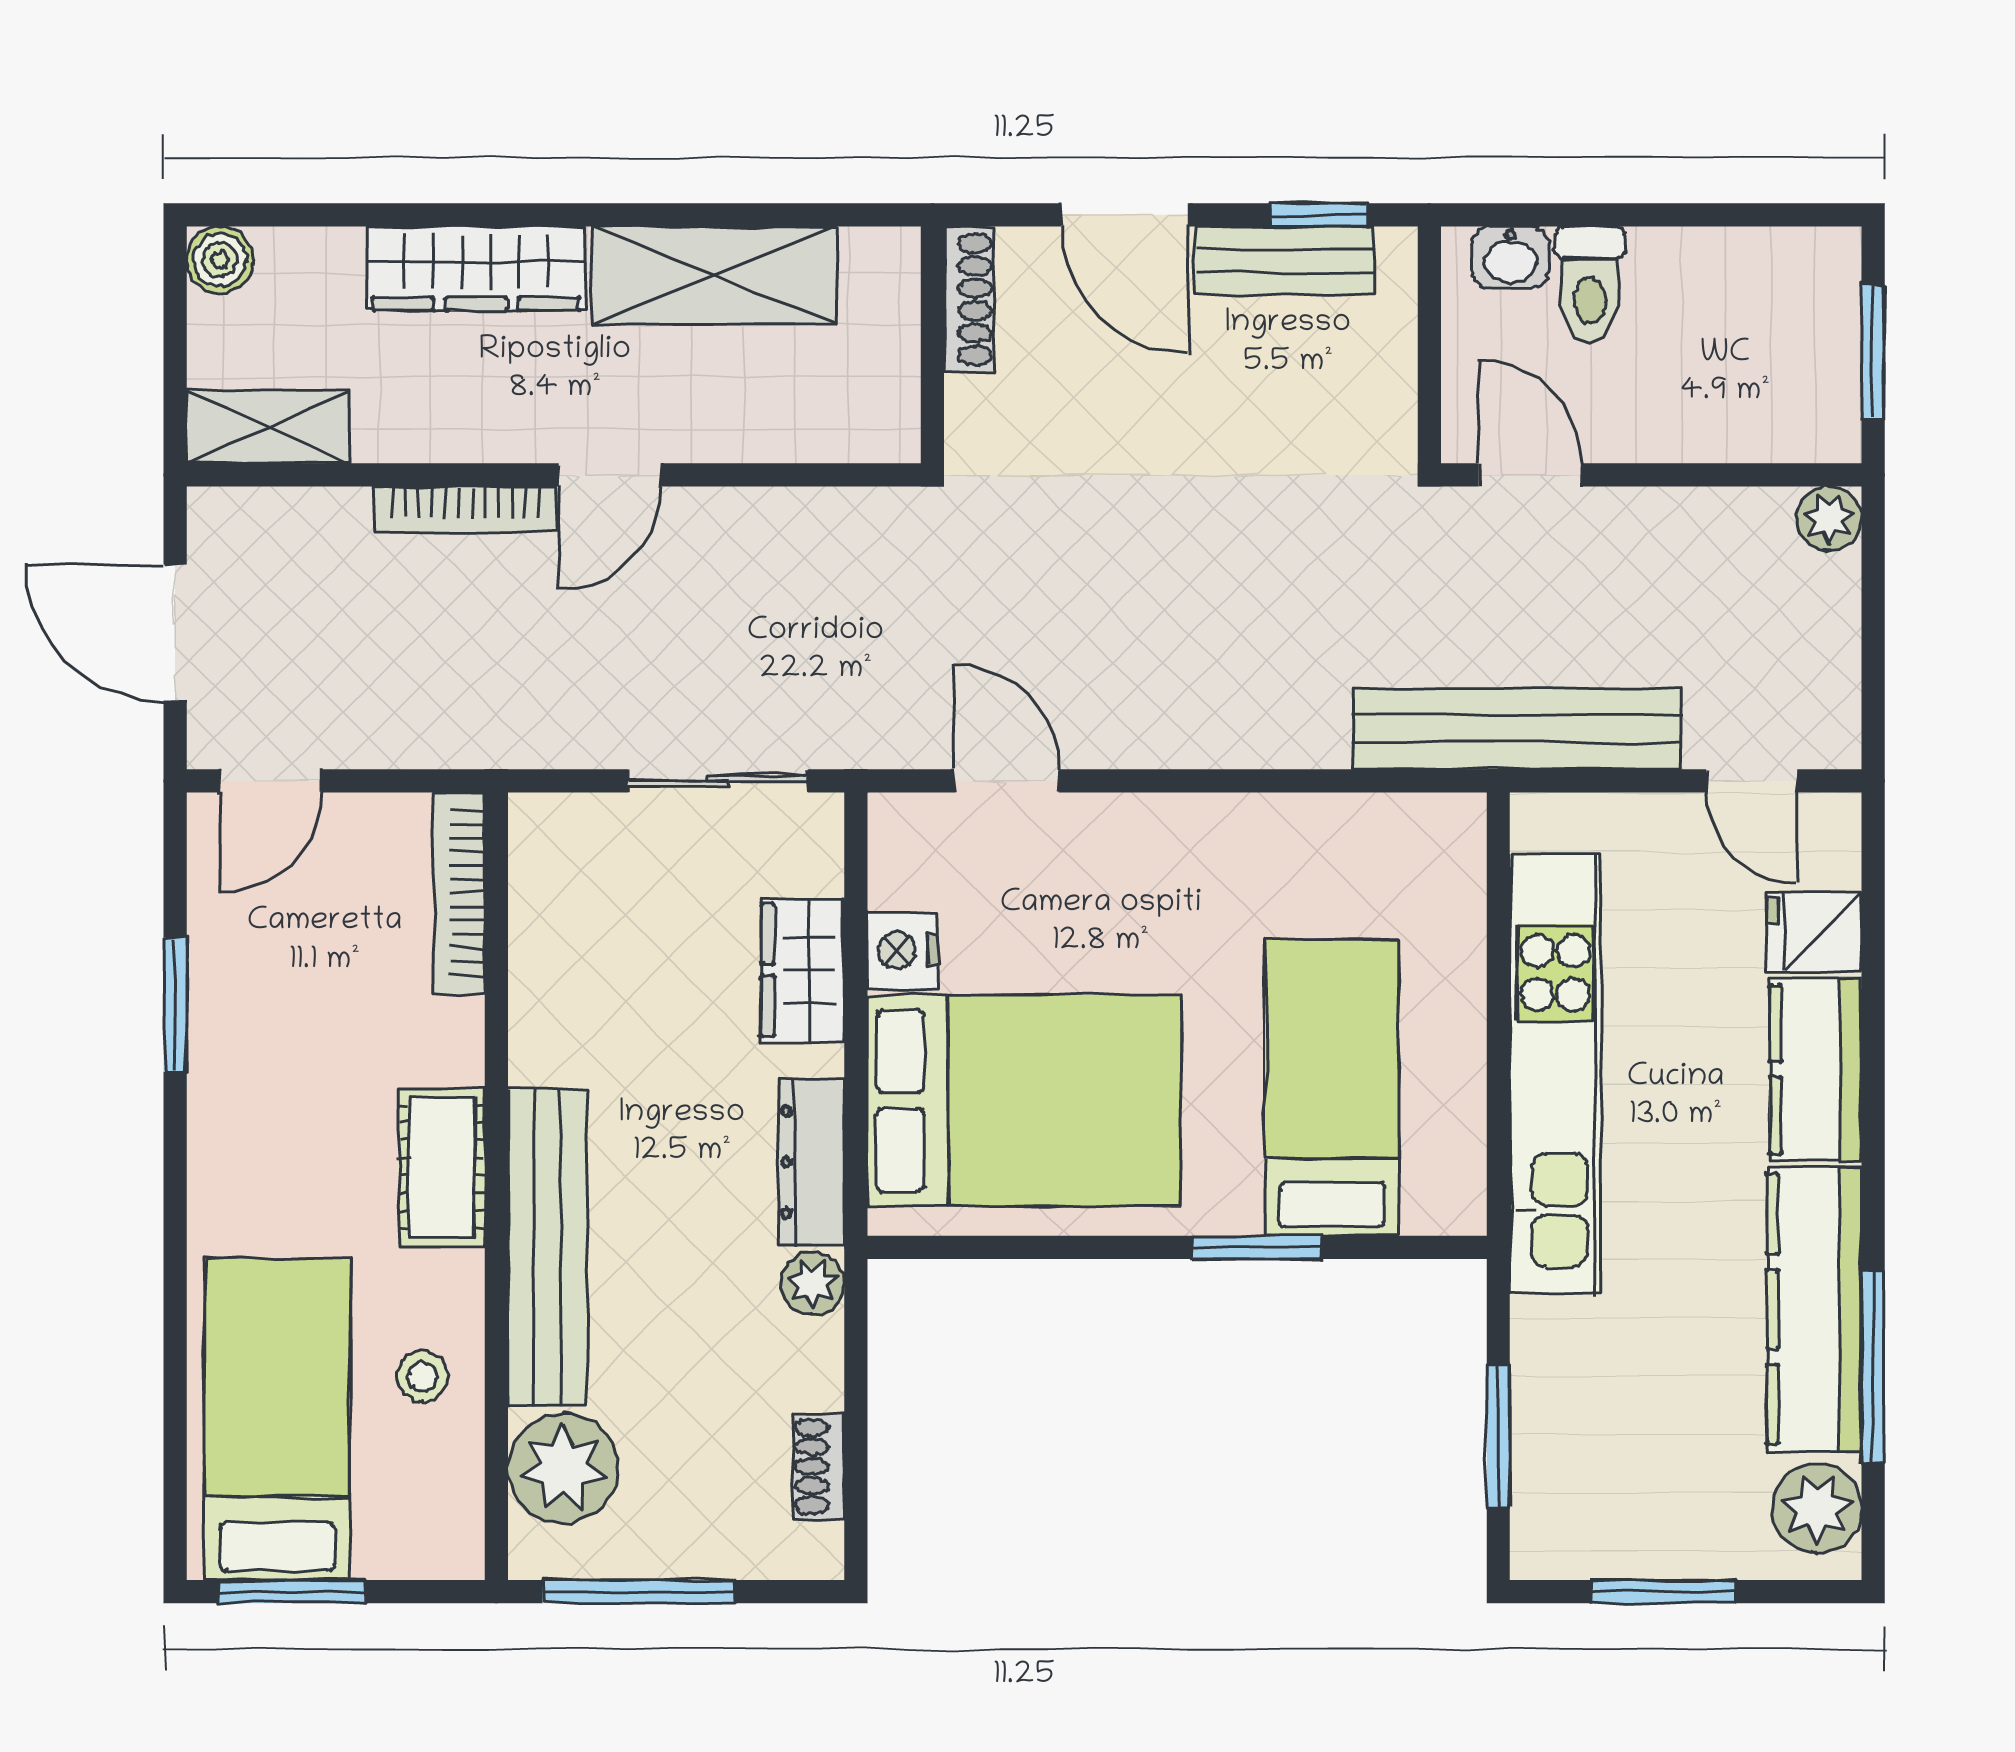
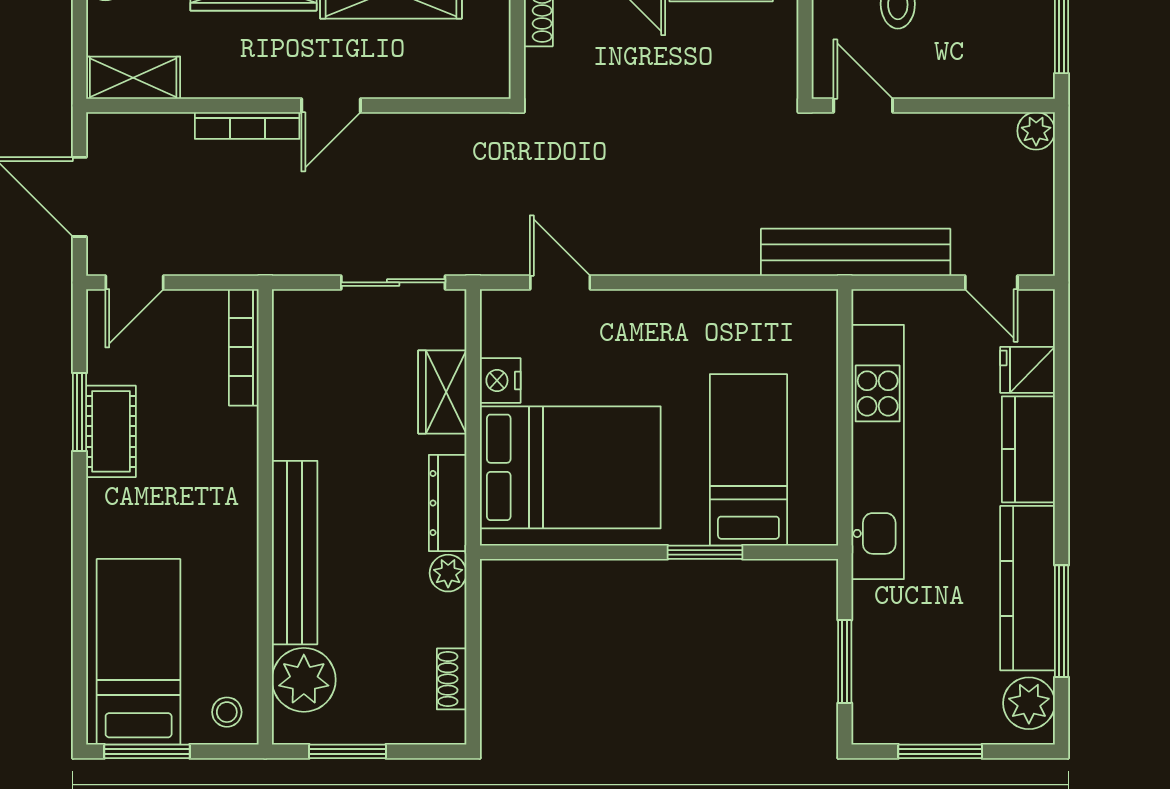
cot: (442, 1167) -> (111, 431), moved
stool: (422, 1376) -> (227, 712), moved
window: (639, 1592) -> (348, 751), width x0.69

